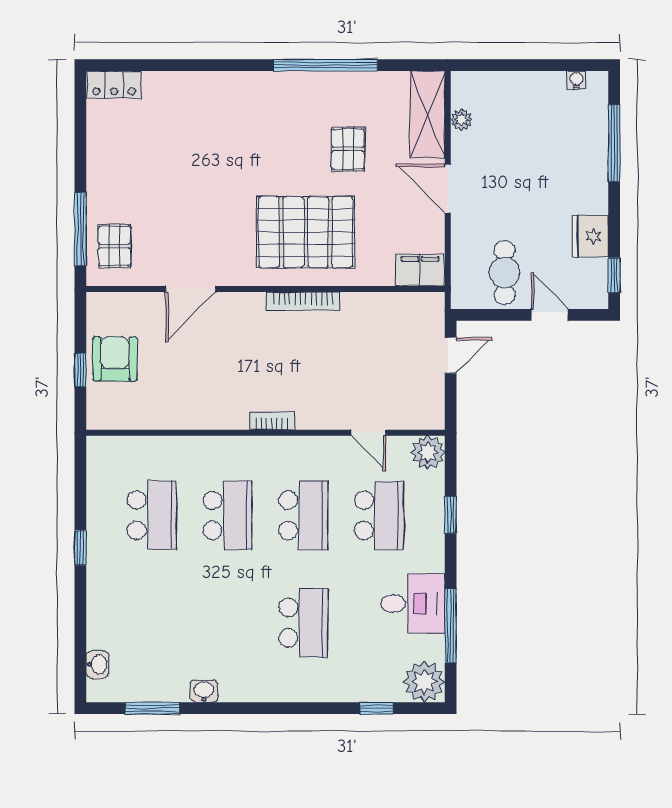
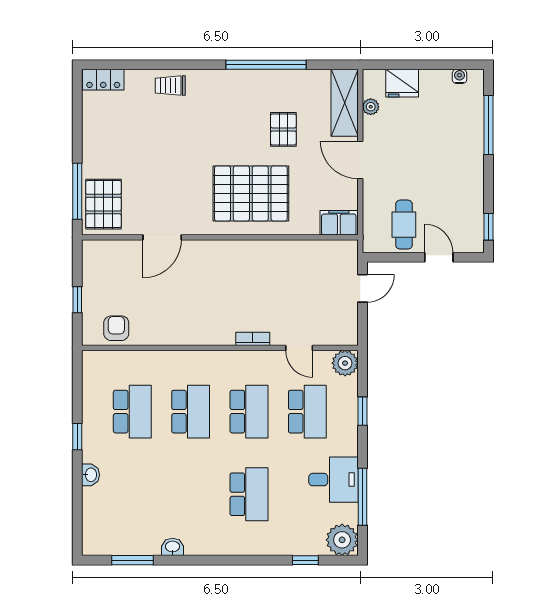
trolley: (201, 92) -> (170, 86), added
fridge: (590, 236) -> (402, 83), moved, turned -90
pallet: (115, 246) -> (104, 204), width x1.50, depth x1.42
bookcase: (303, 301) -> (249, 247), removed
armchair: (115, 359) -> (116, 328), moved, width x0.72, depth x0.72
bookcase: (272, 421) -> (253, 339), moved
washbasin: (98, 664) -> (90, 475), moved

